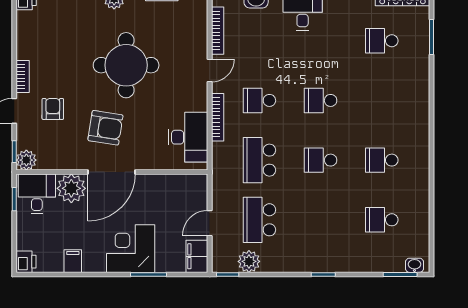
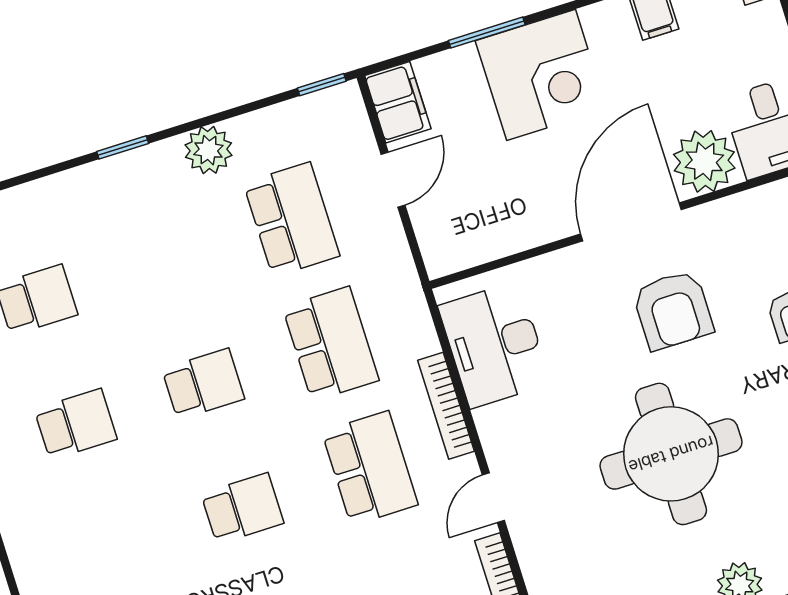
school desk: (259, 100) -> (370, 468), width x1.85
armchair: (105, 128) -> (673, 310), turned -99
plant: (249, 261) -> (208, 150), moved

